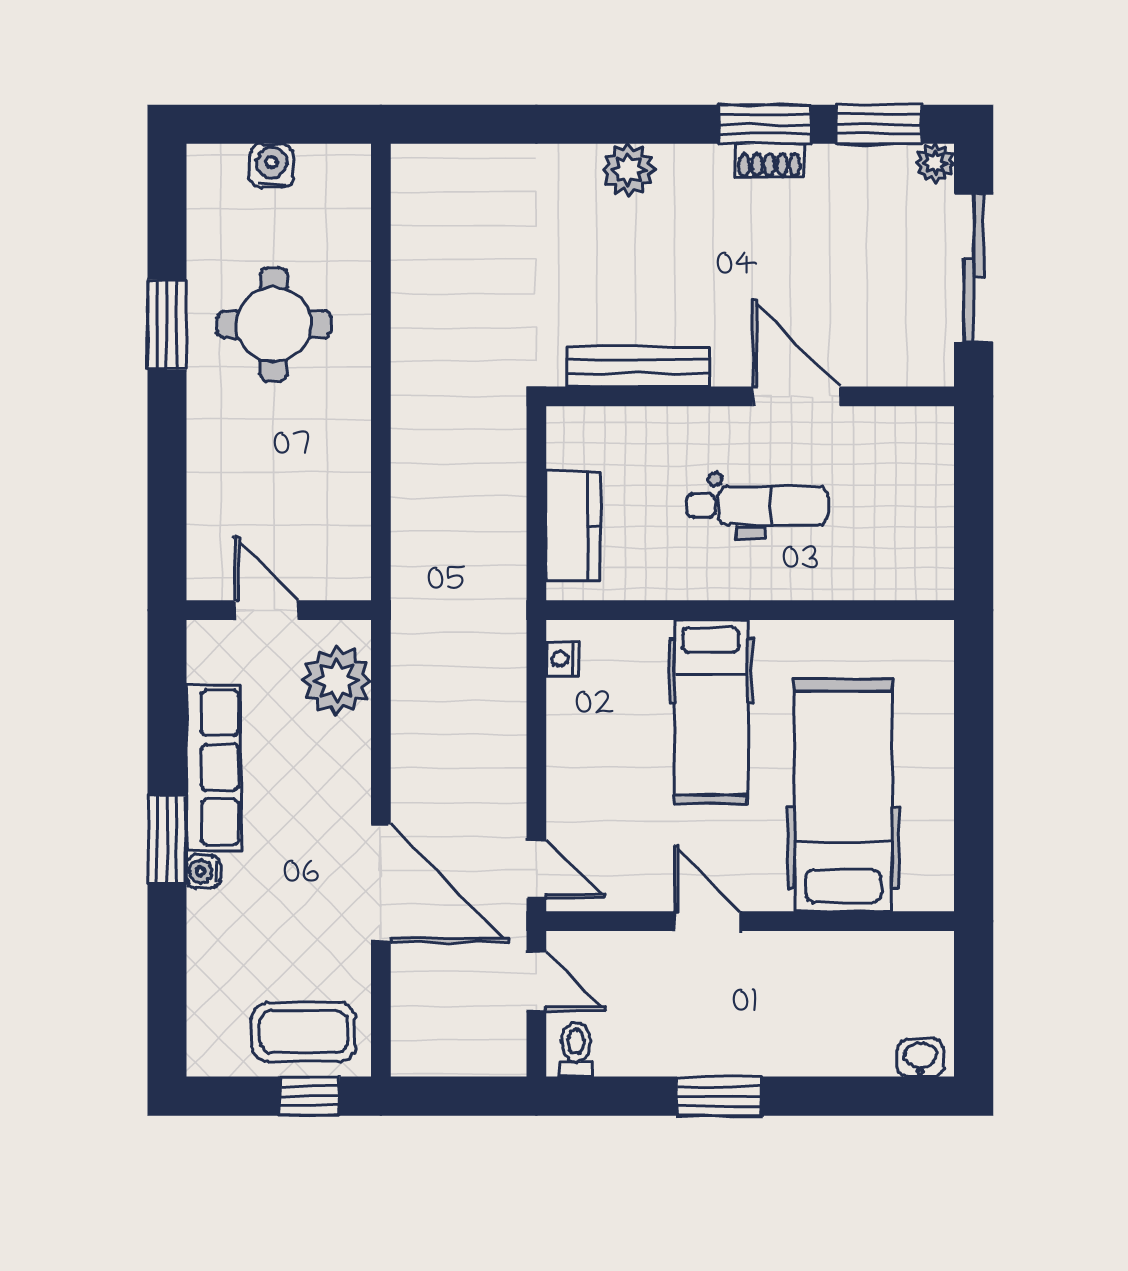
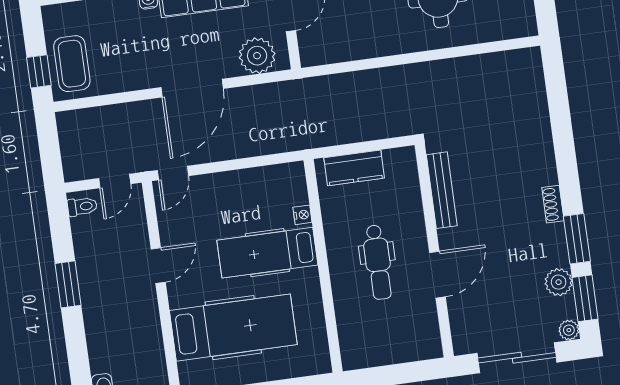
shoe rack: (770, 160) -> (553, 204), moved
plant: (629, 170) -> (559, 282), moved
nightstand: (562, 659) -> (302, 215), moved, turned 90
door: (381, 883) -> (192, 88), moved

